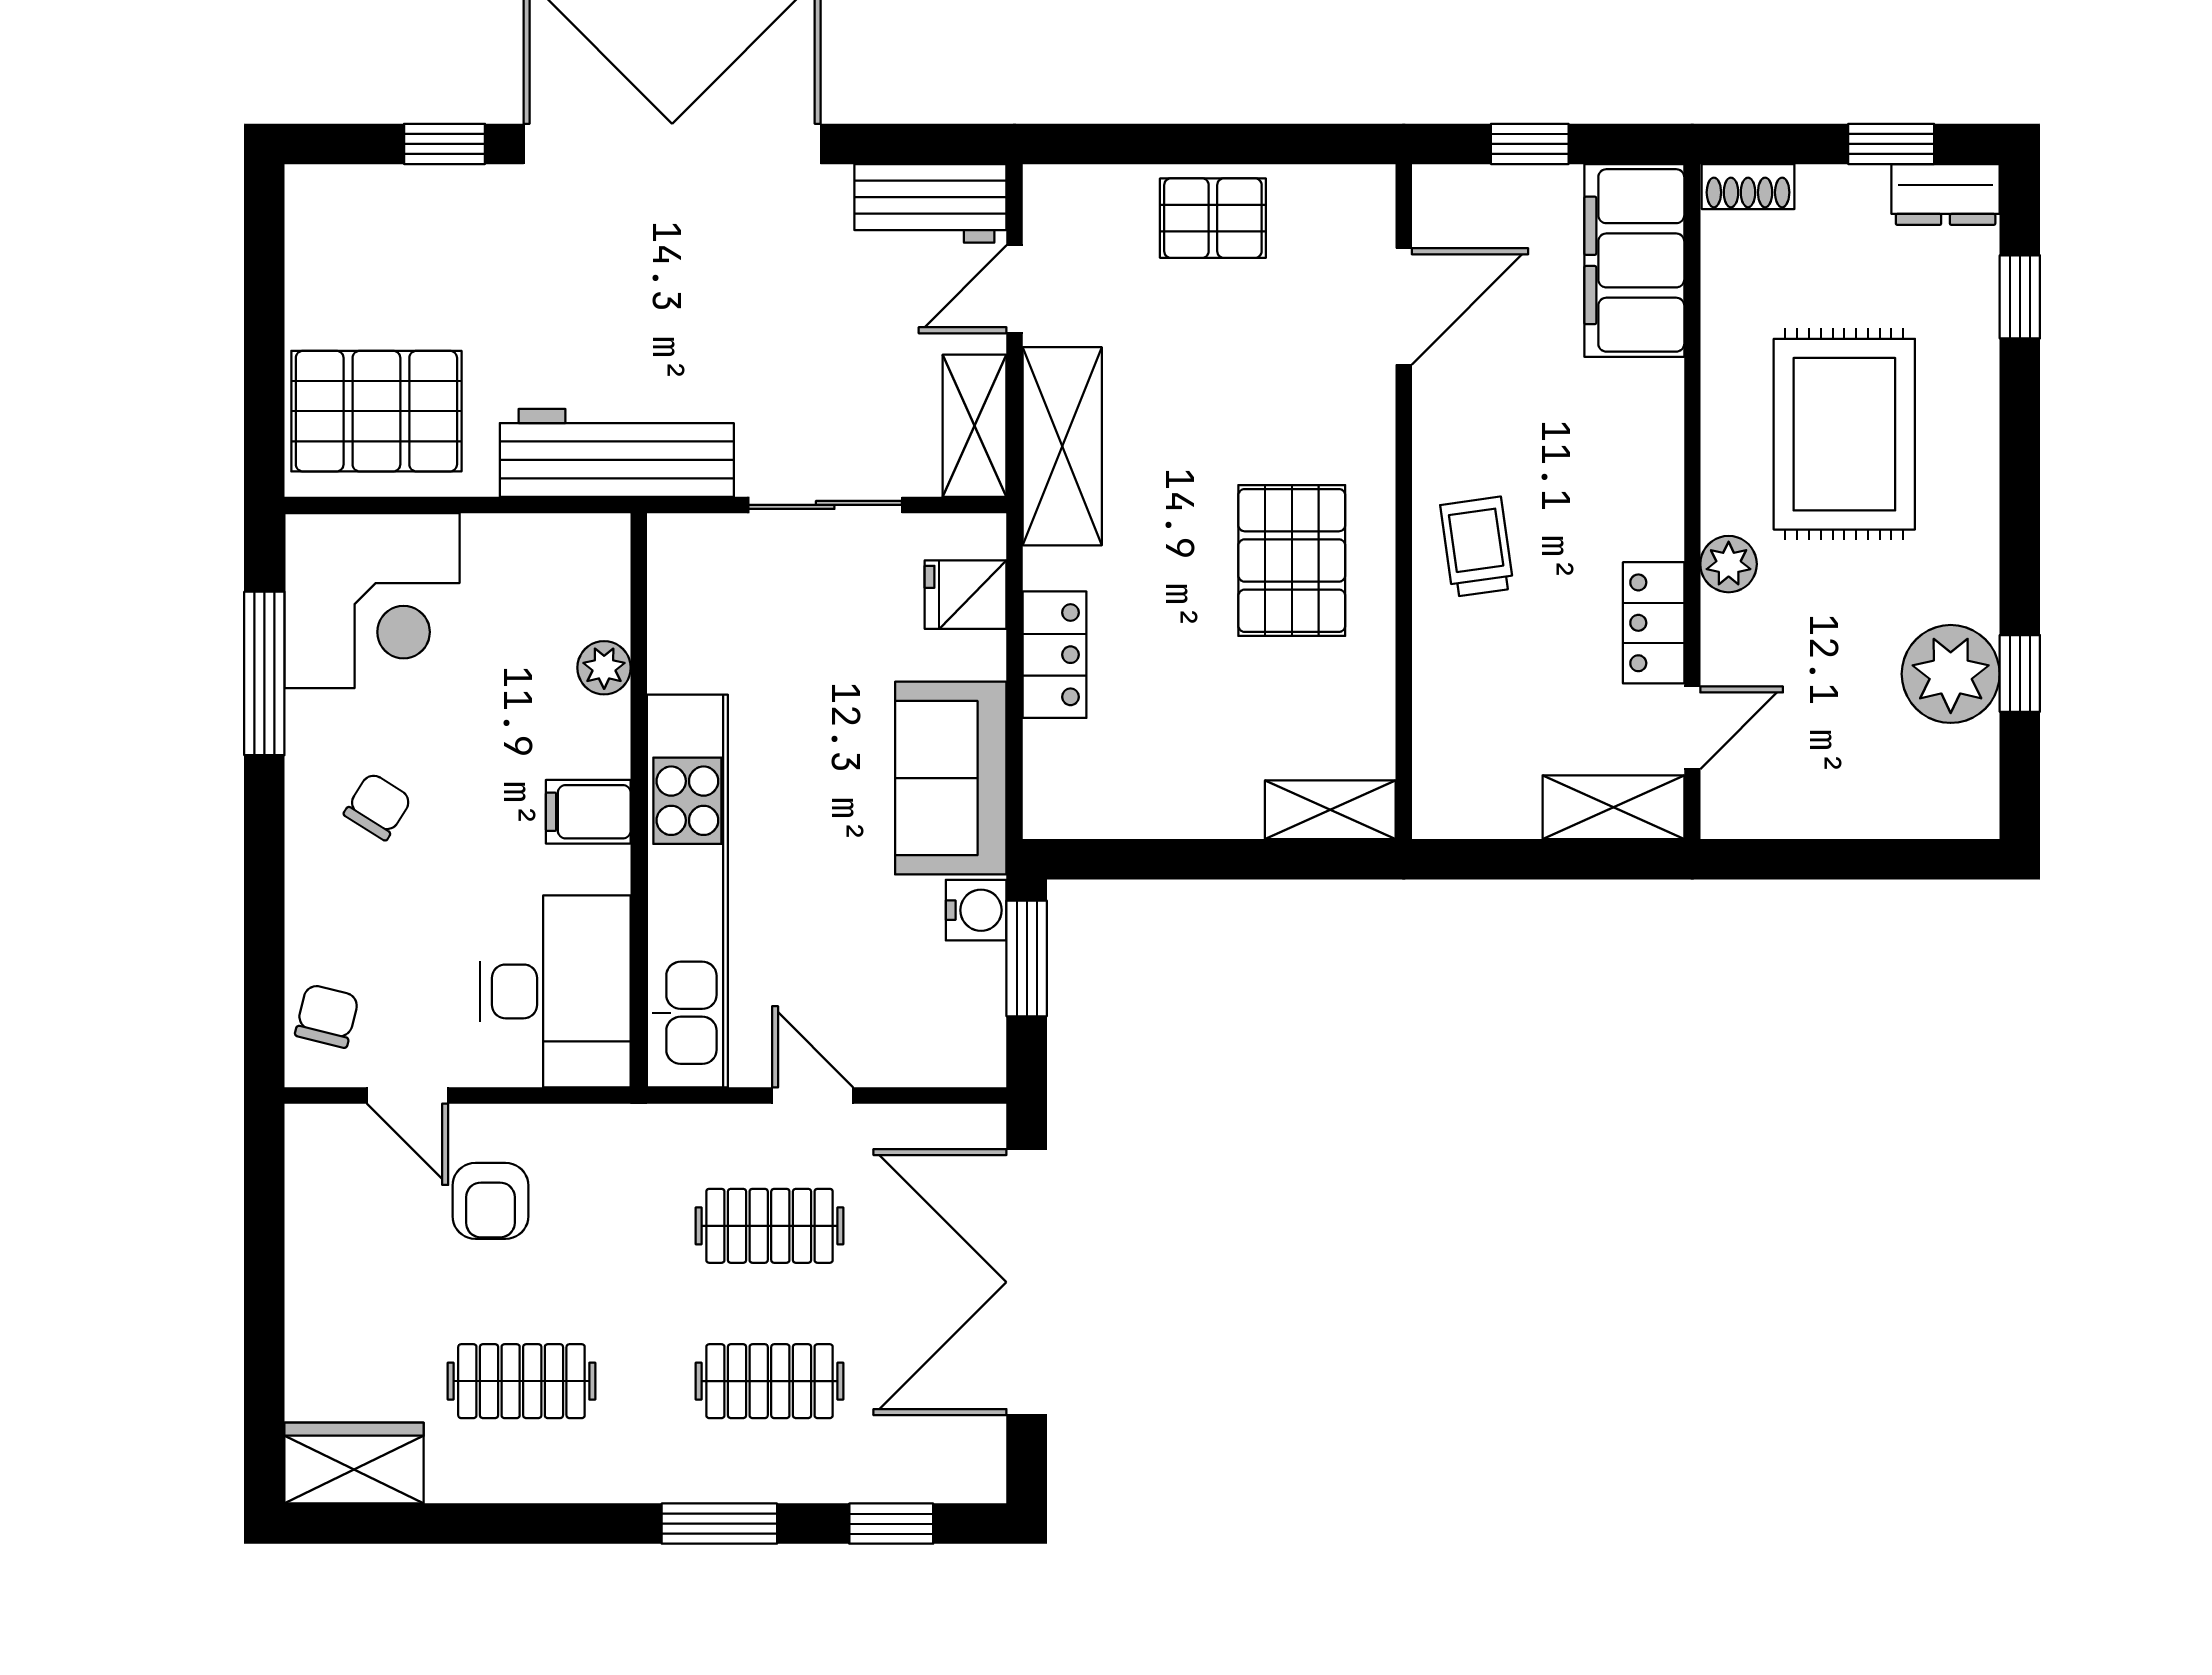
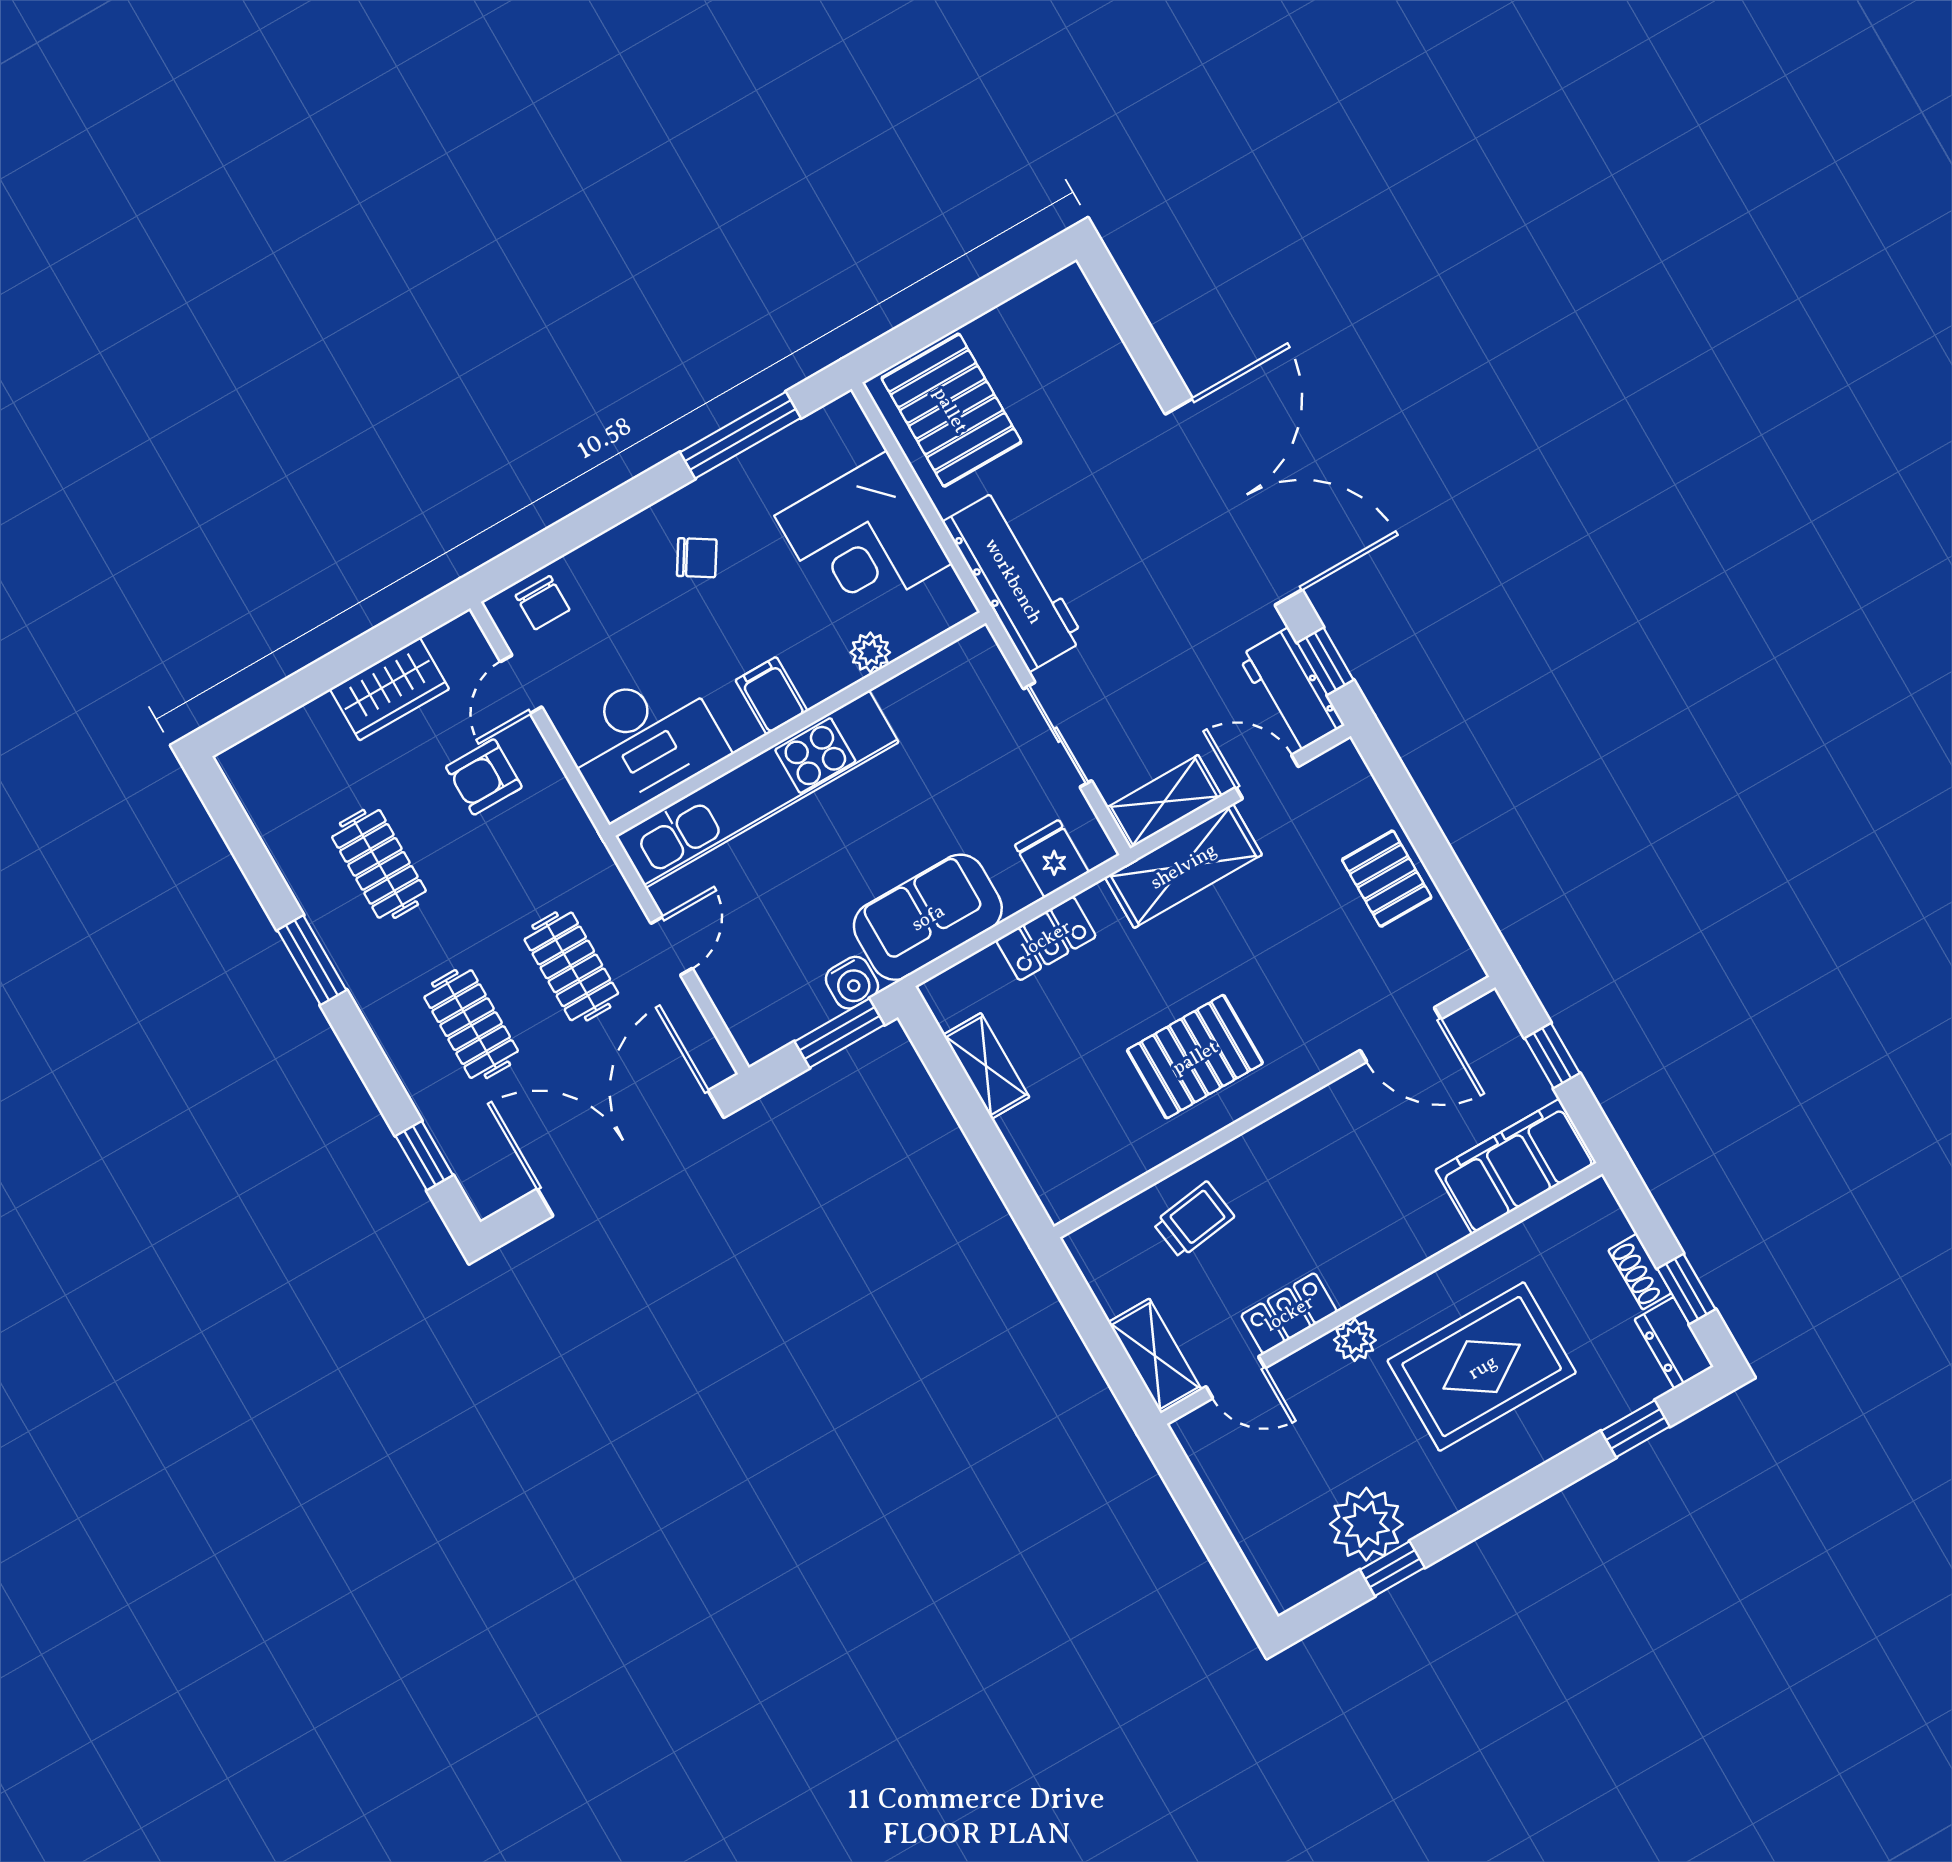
window: (444, 144) -> (1325, 661), moved
shoe rack: (1748, 187) -> (1640, 1272), moved
trolley: (1477, 547) -> (1194, 1220), moved
corner desk: (372, 601) -> (863, 540), moved
shelving: (1330, 810) -> (986, 1066), moved
chair: (327, 1016) -> (543, 603), turned 76
wardrobe: (354, 1463) -> (389, 689), moved, turned 90
window: (719, 1524) -> (312, 960), moved

